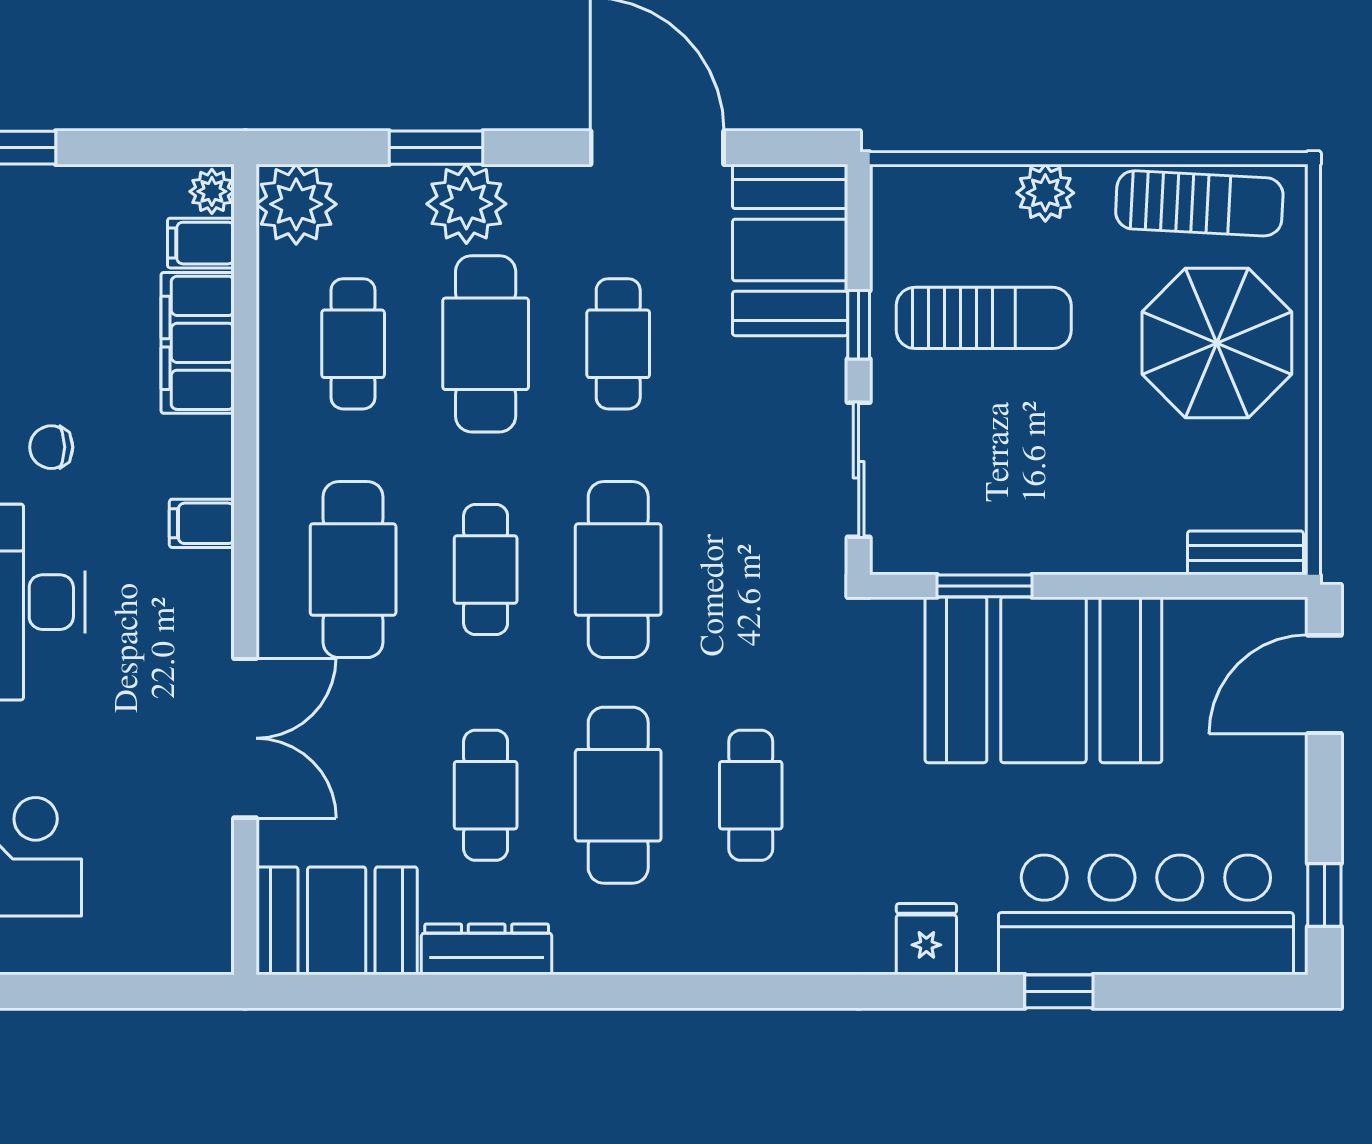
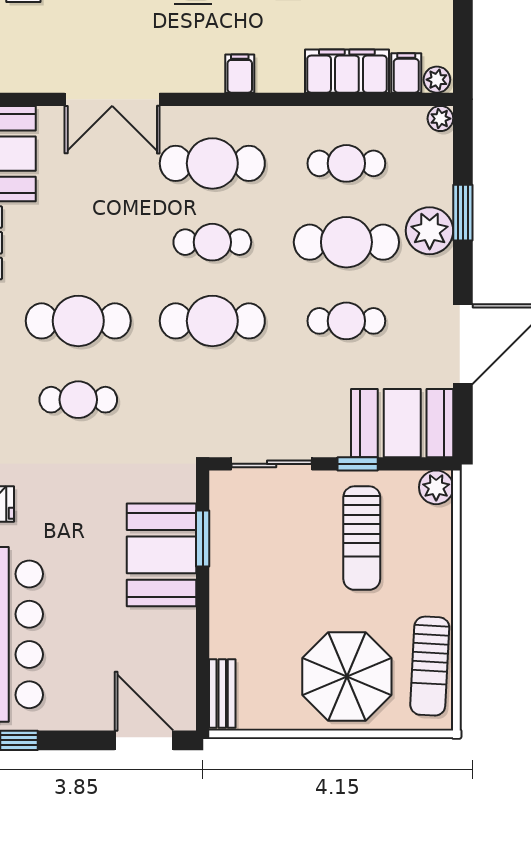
plant: (1045, 193) -> (436, 487), moved
plant: (296, 204) -> (440, 119), width x0.53, depth x0.53
booth: (1043, 680) -> (161, 555), width x0.73, depth x0.70
cafe table: (486, 795) -> (78, 242), removed

